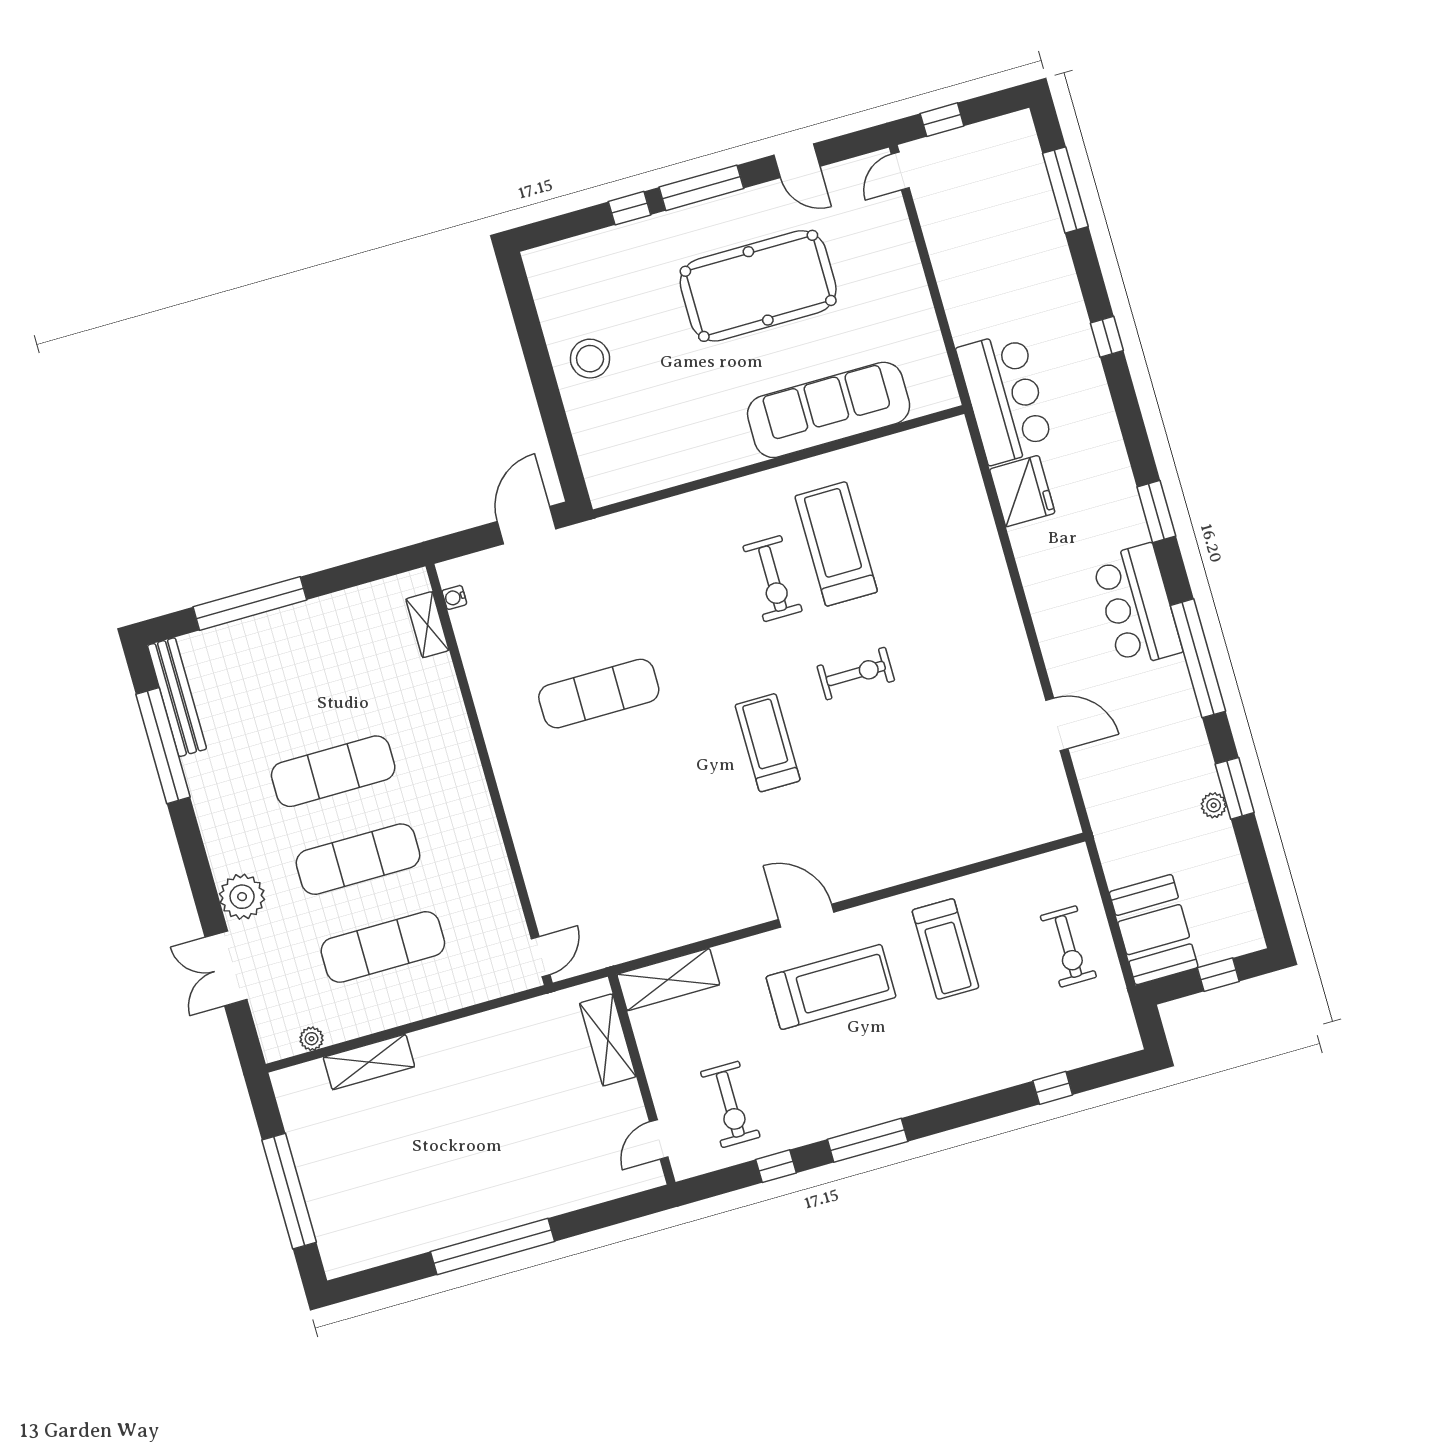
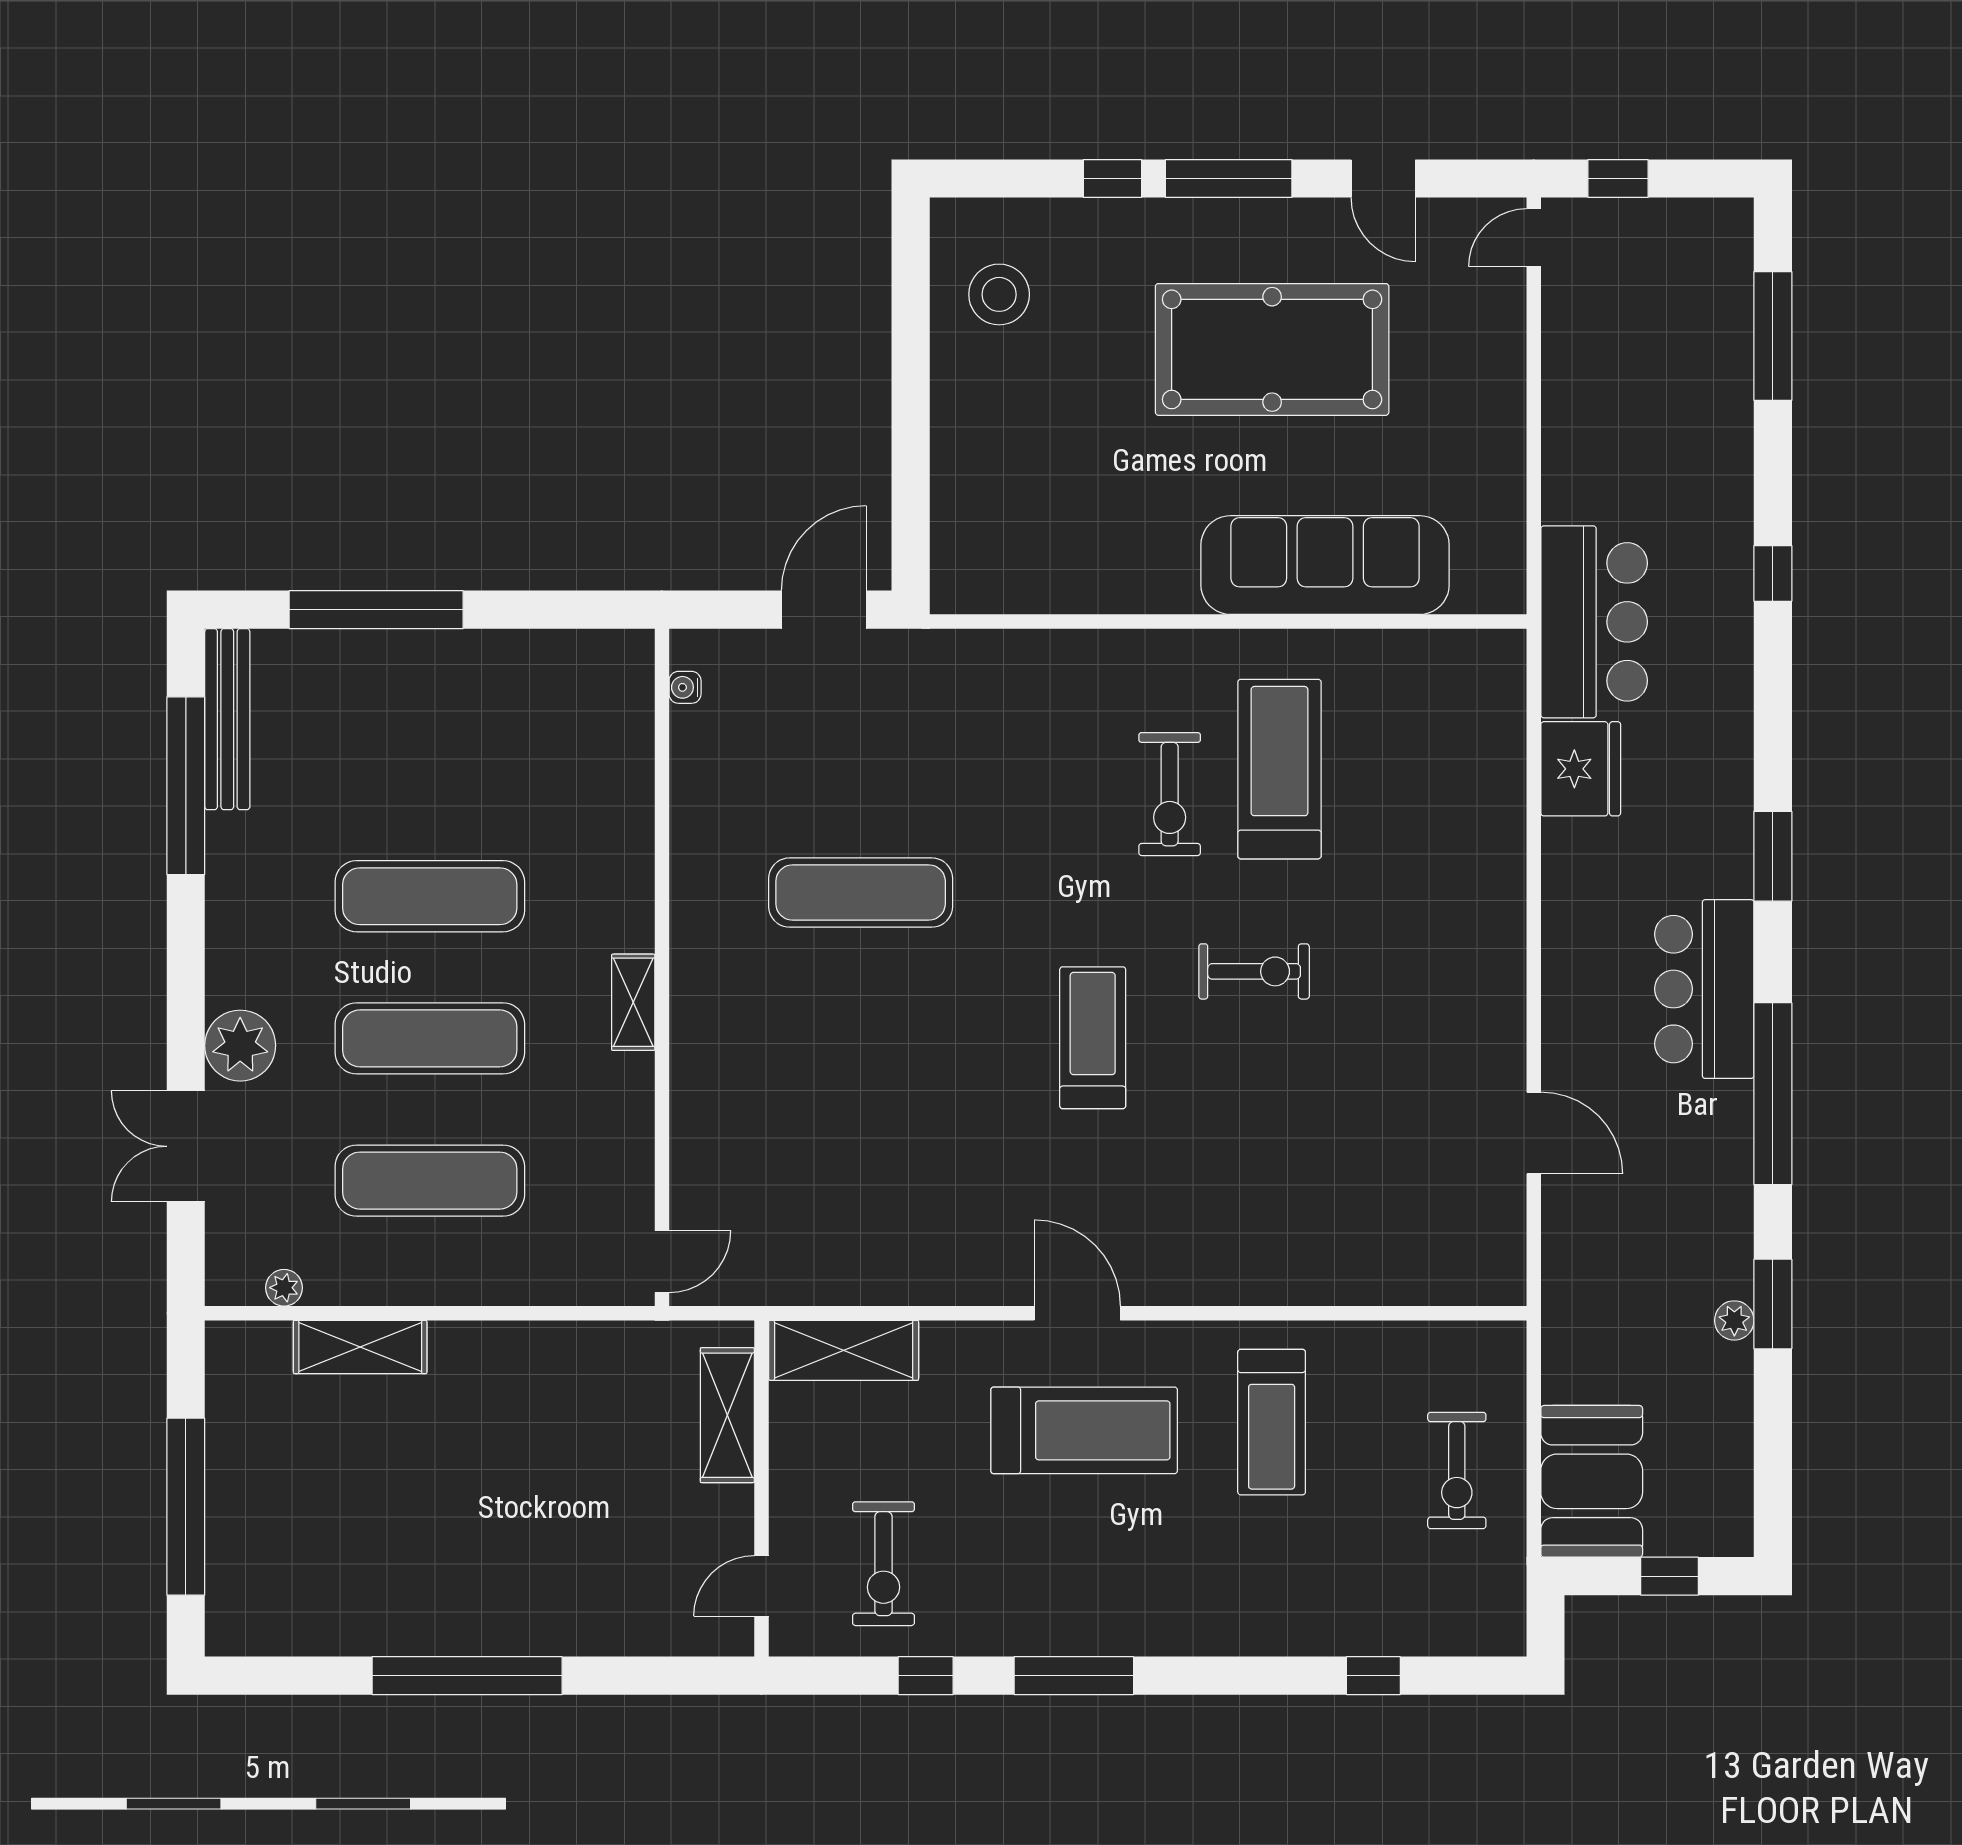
stool: (590, 359) -> (999, 294), moved
shelving: (427, 625) -> (633, 1002), moved

